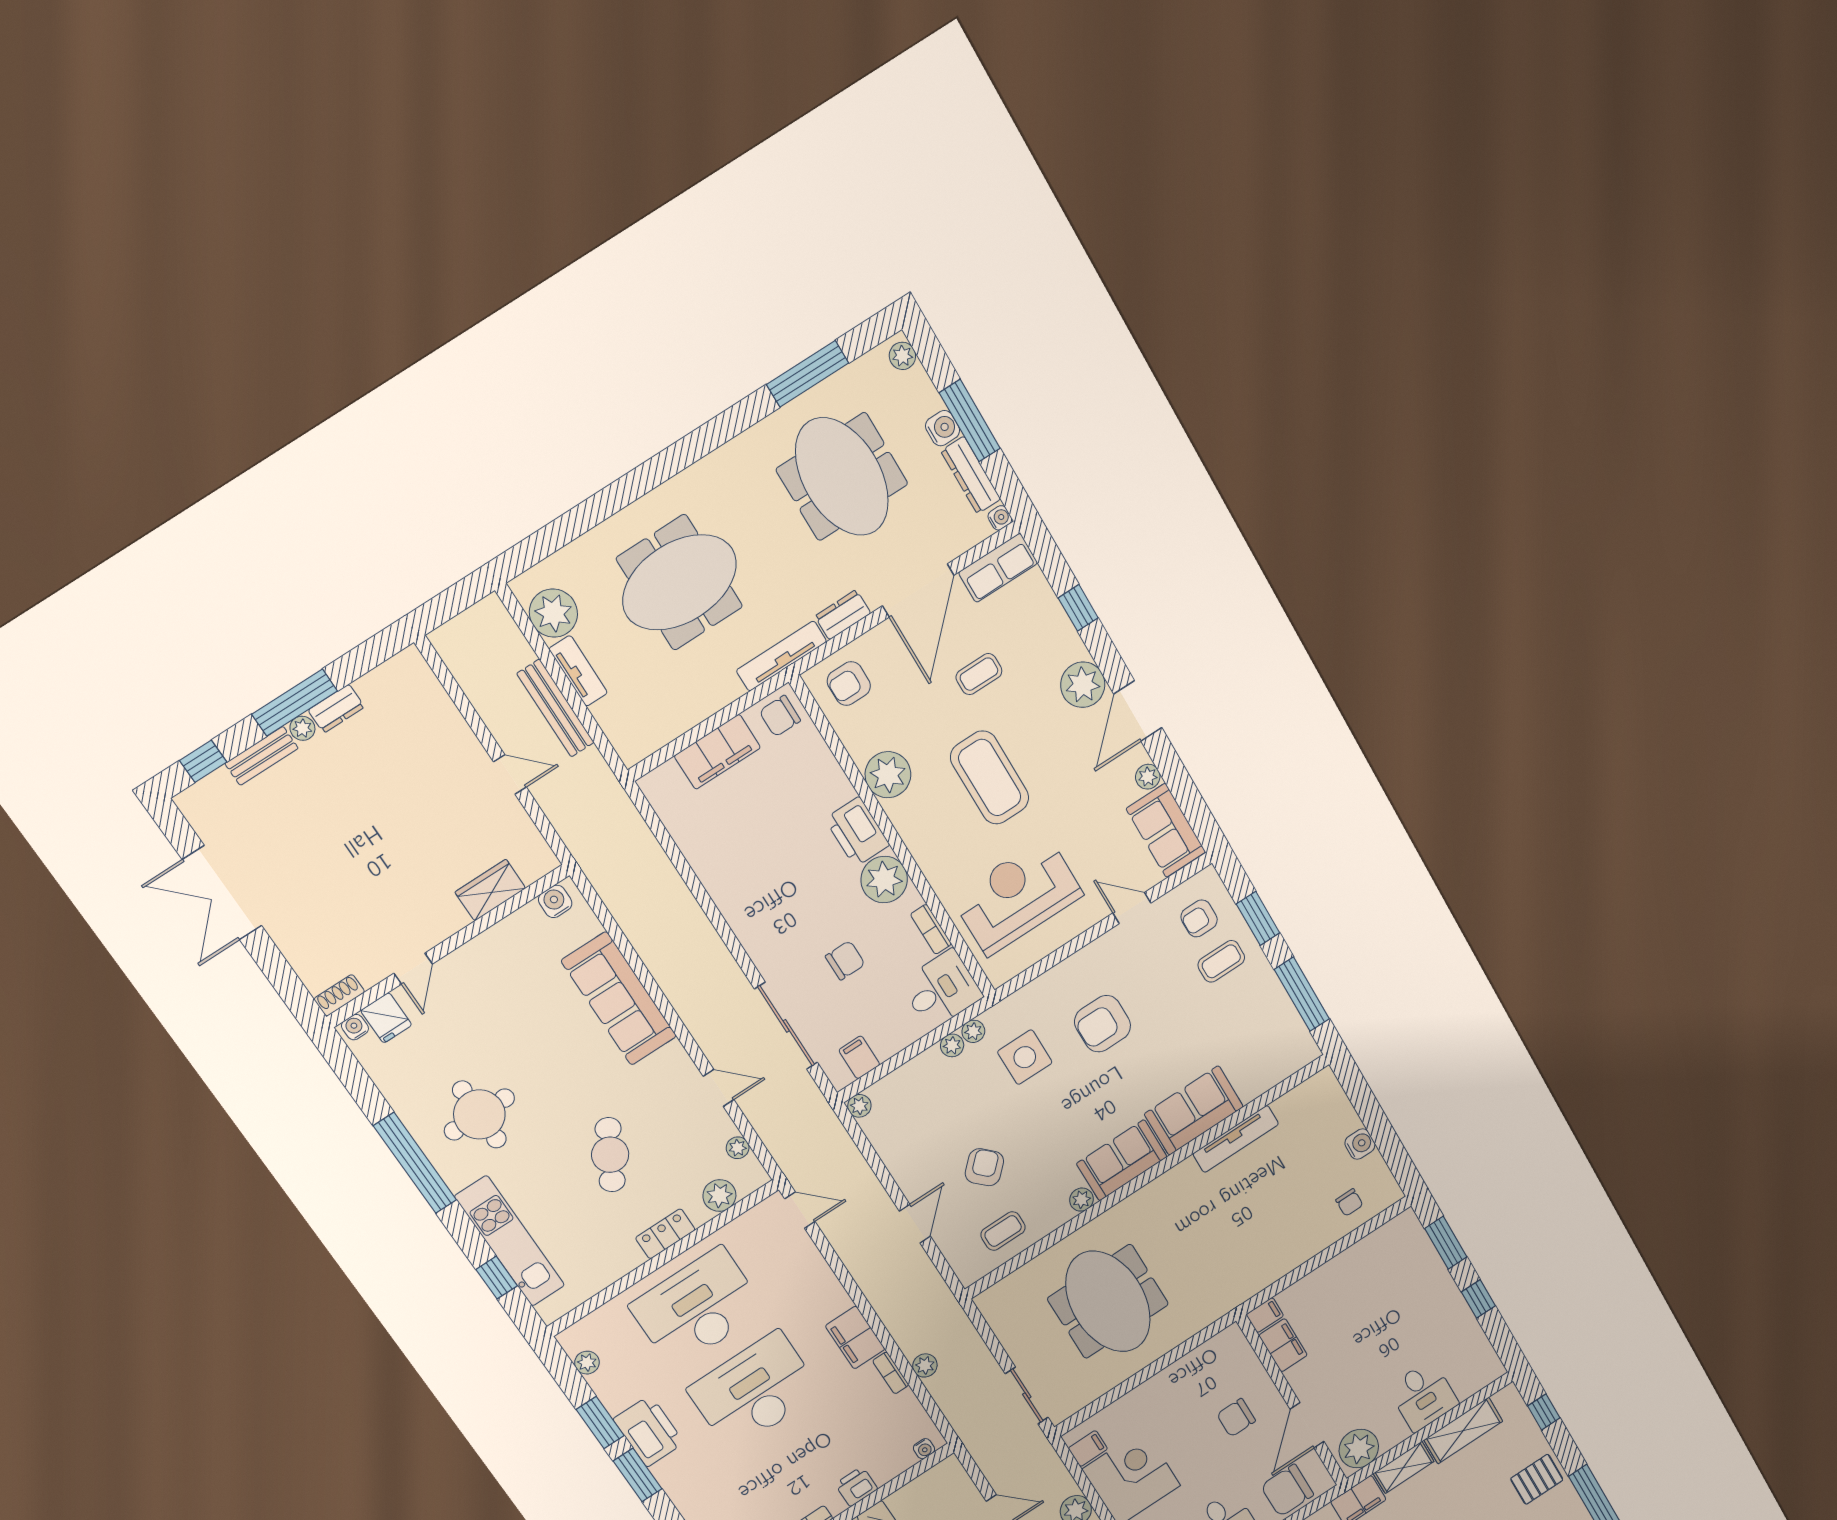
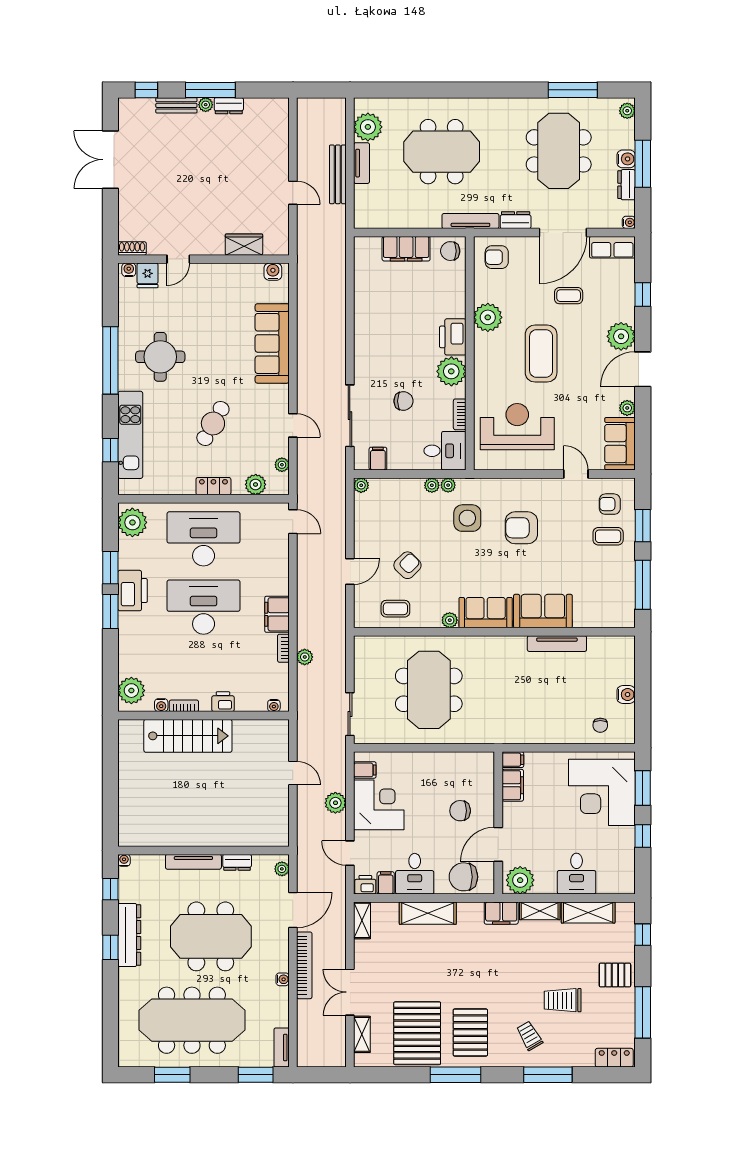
dresser: (971, 475) -> (627, 185), width x0.70
corner desk: (1398, 1281) -> (602, 792), added
plant: (587, 1363) -> (132, 522), width x1.87, depth x1.87

